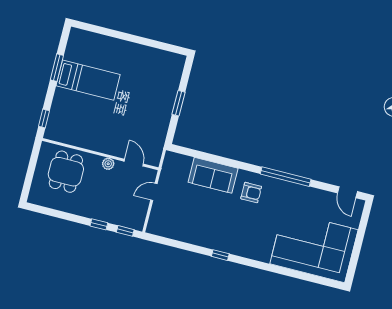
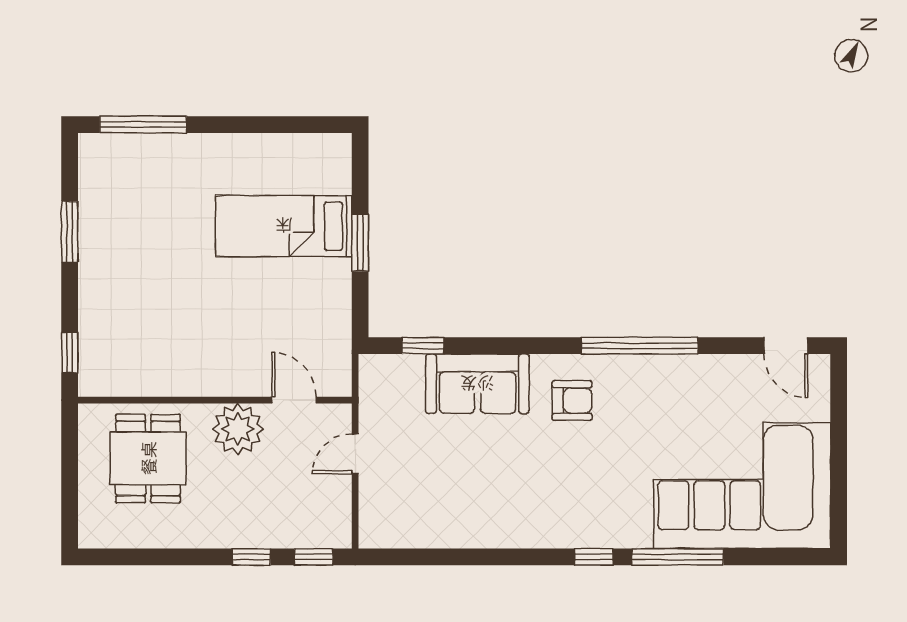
window: (99, 30) -> (143, 125), added
bed: (88, 80) -> (284, 226), moved, turned 180
window: (194, 153) -> (423, 346), added
plant: (108, 164) -> (238, 429), width x1.88, depth x1.88
window: (220, 255) -> (594, 557), moved
window: (279, 270) -> (678, 557), added

